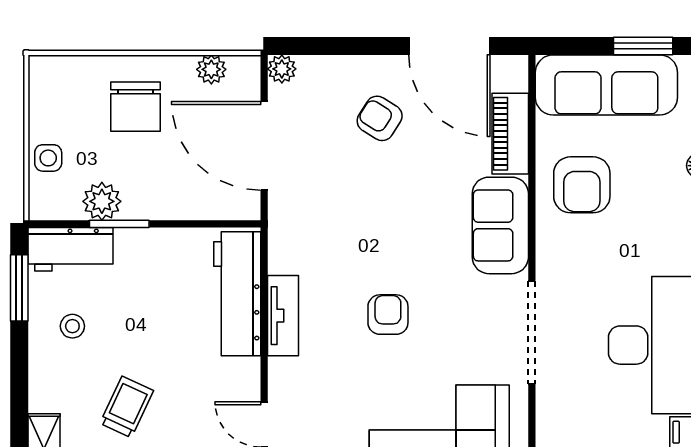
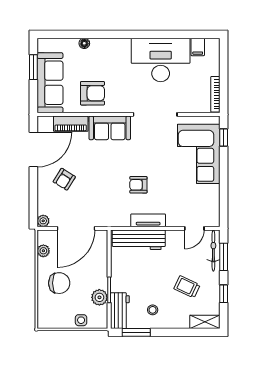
armchair: (388, 315) -> (138, 185), moved

